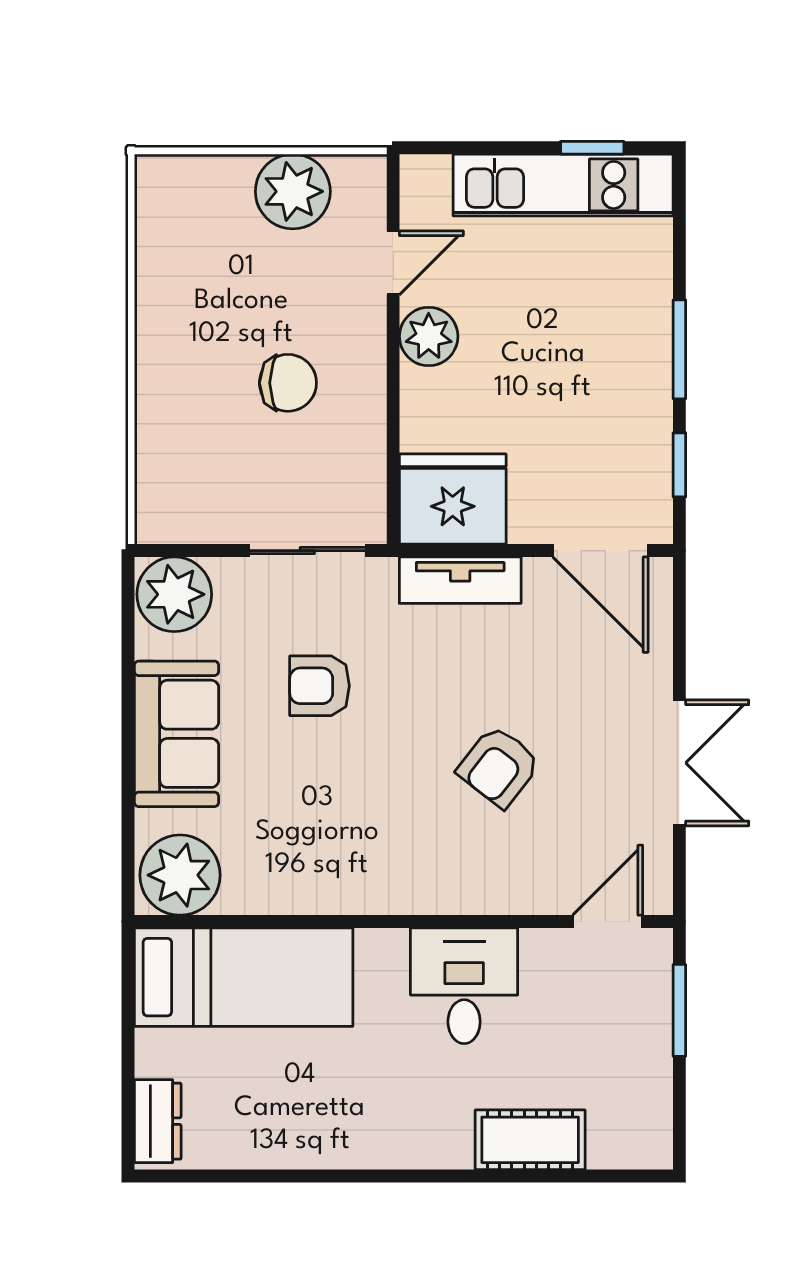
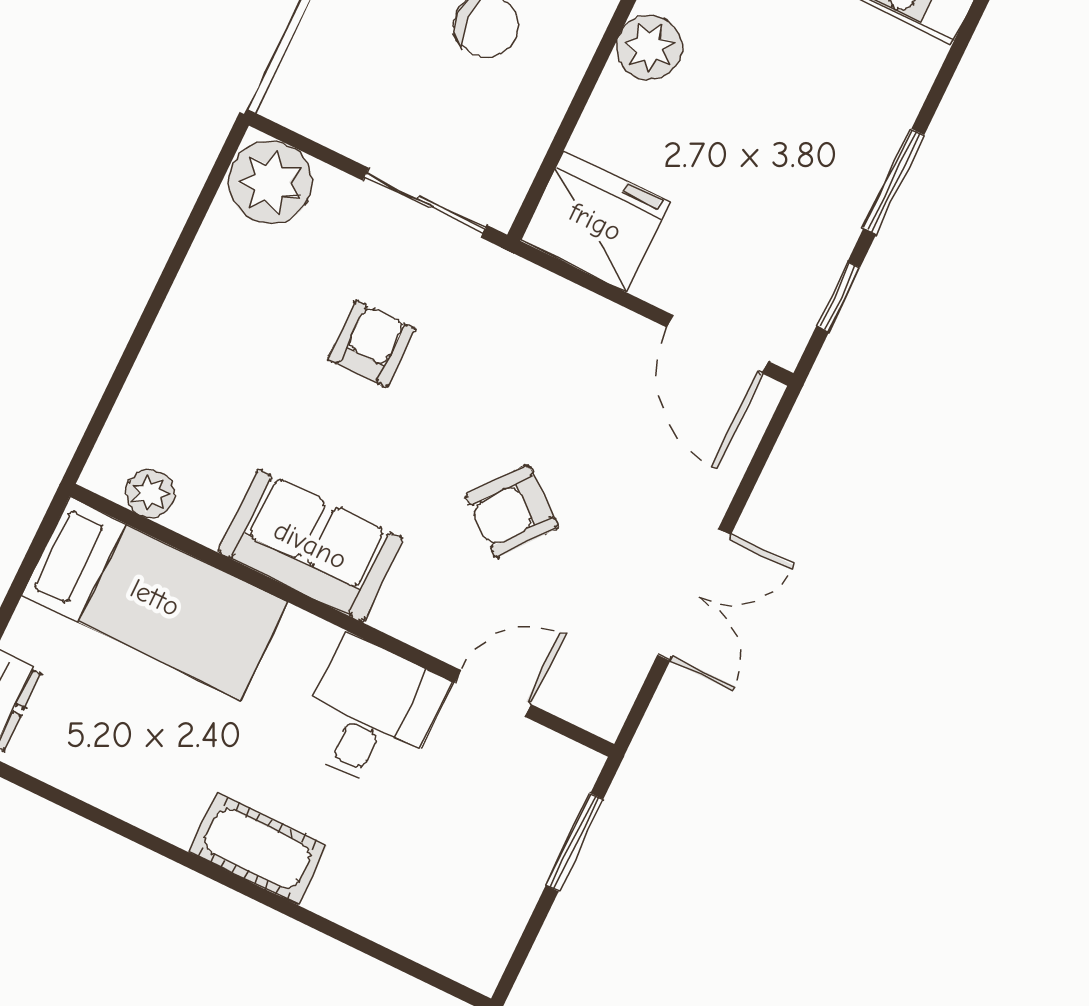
tv unit: (460, 580) -> (563, 306), removed
armchair: (320, 686) -> (372, 344), turned 90
sofa: (177, 734) -> (310, 545), moved, turned -90
plant: (180, 875) -> (150, 493), width x0.53, depth x0.53
door: (608, 922) -> (493, 693), moved
cot: (530, 1140) -> (258, 849), moved

